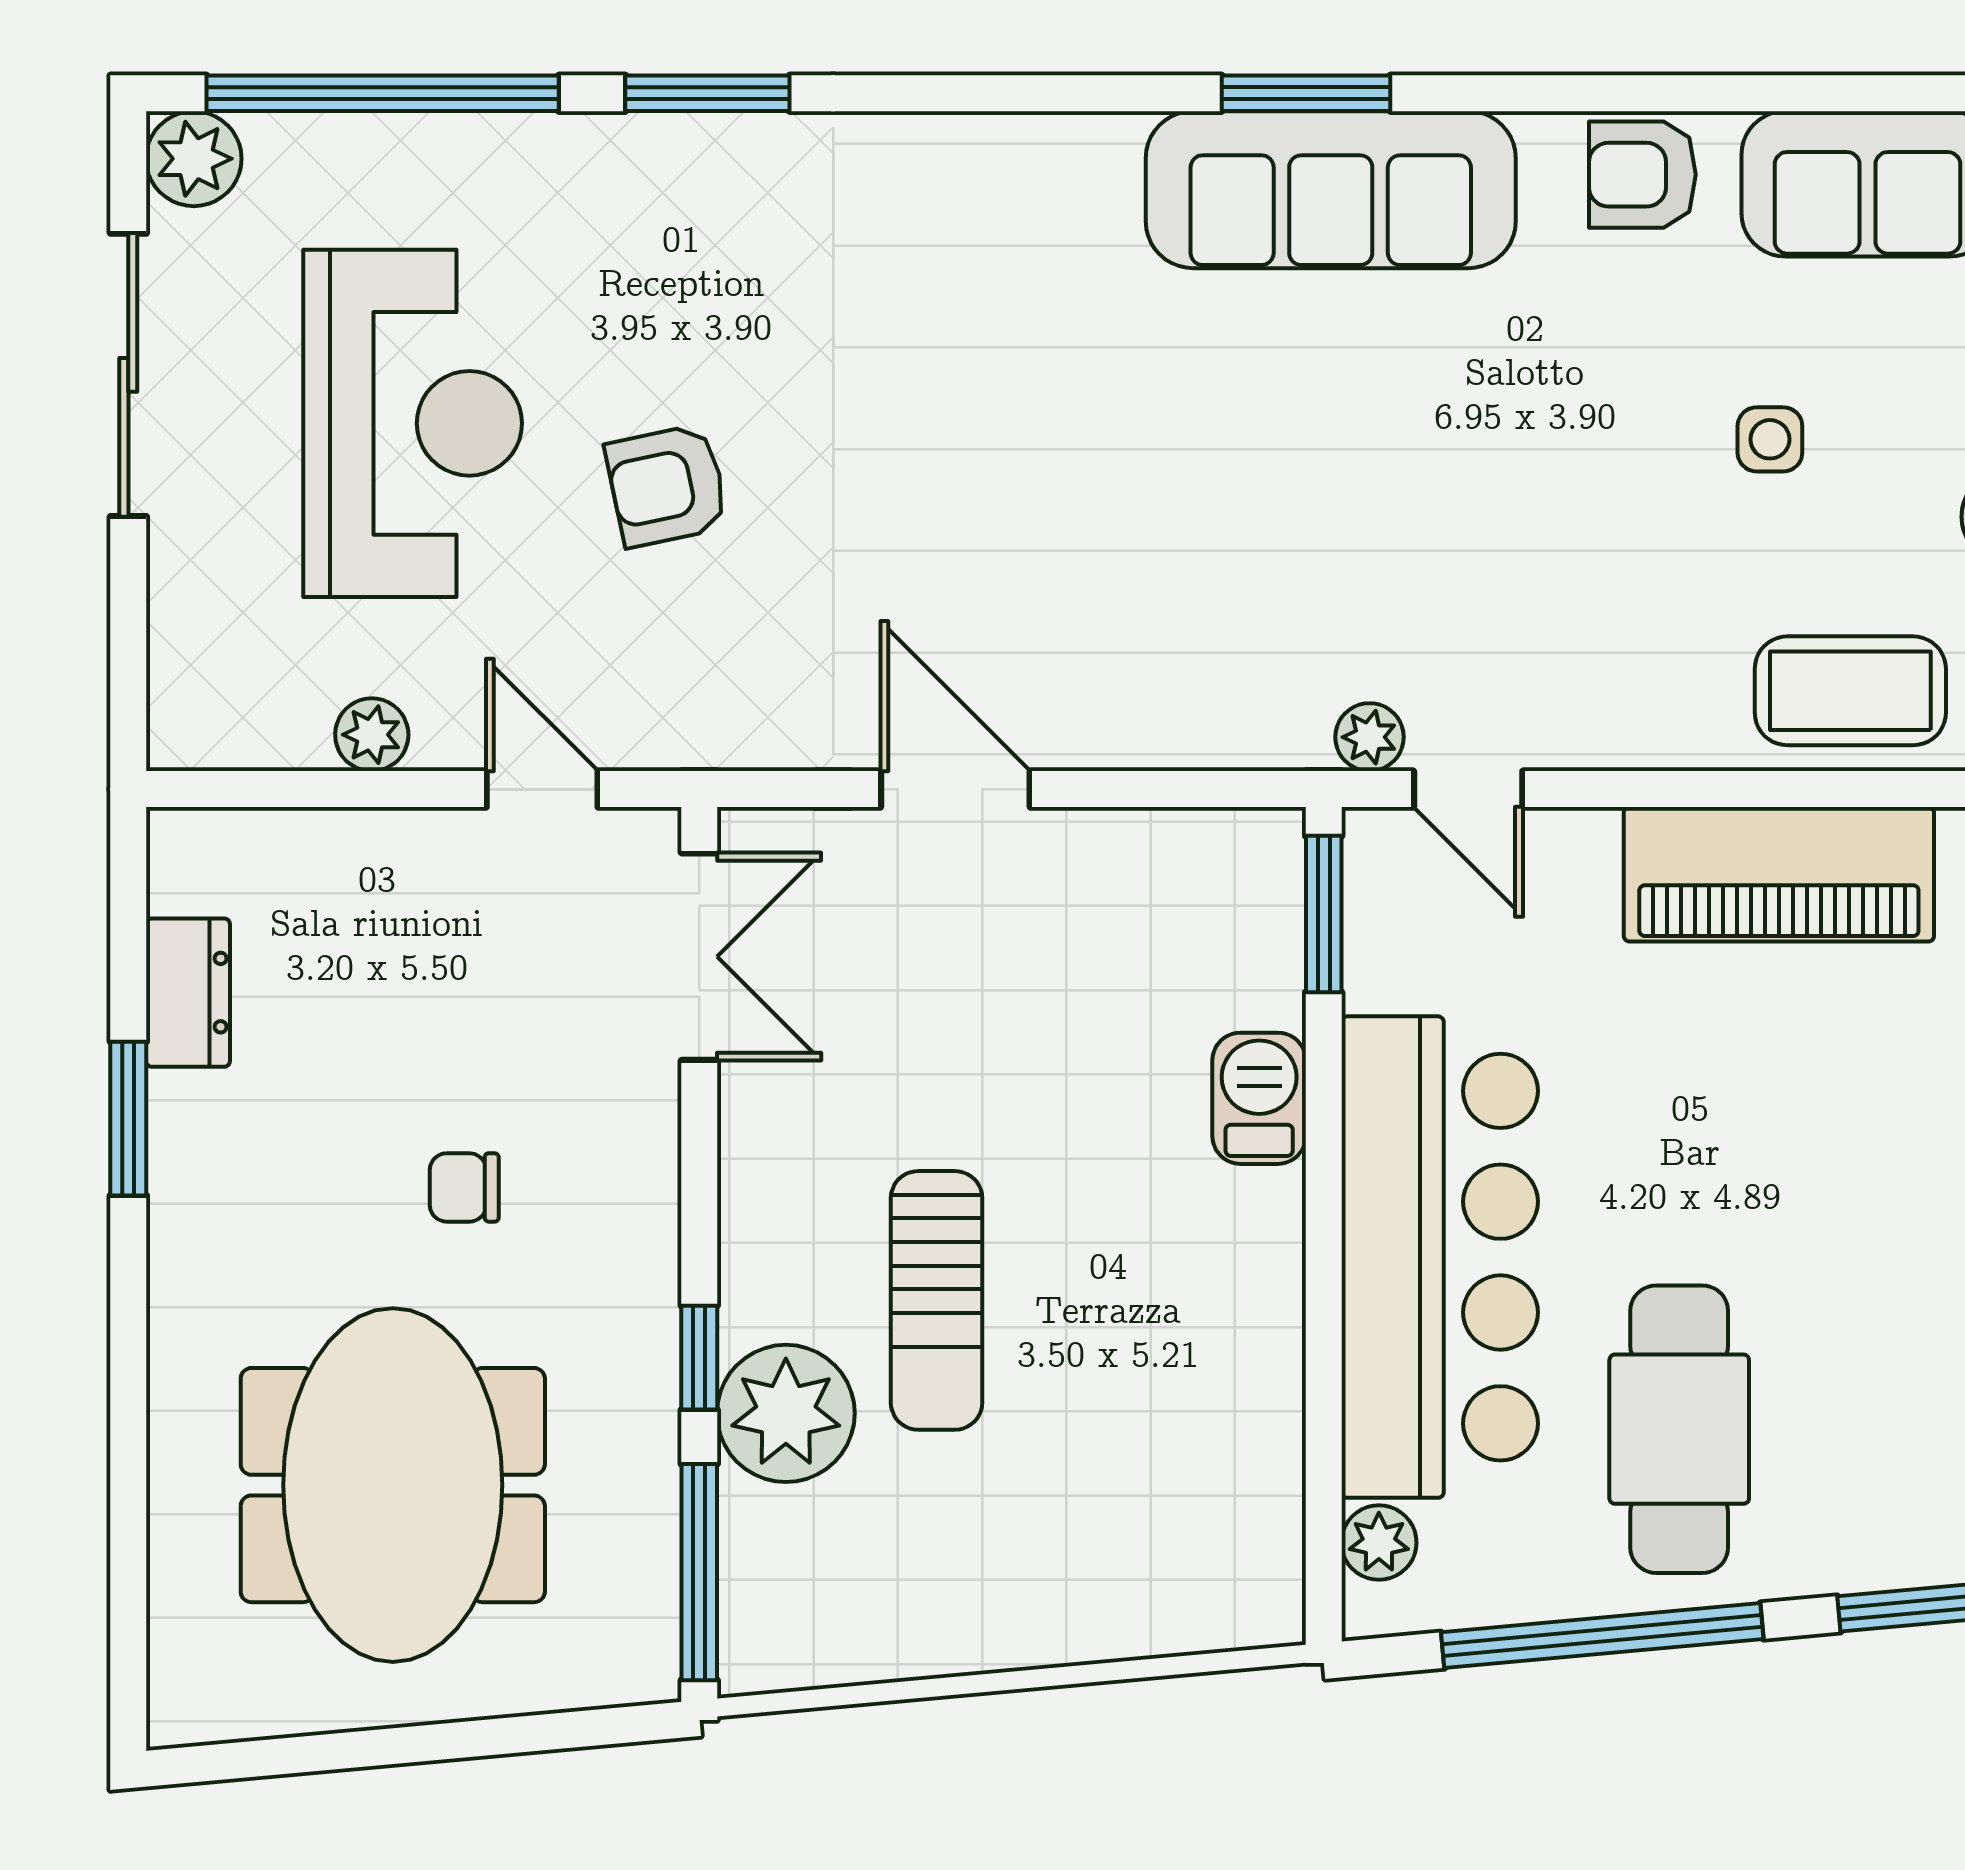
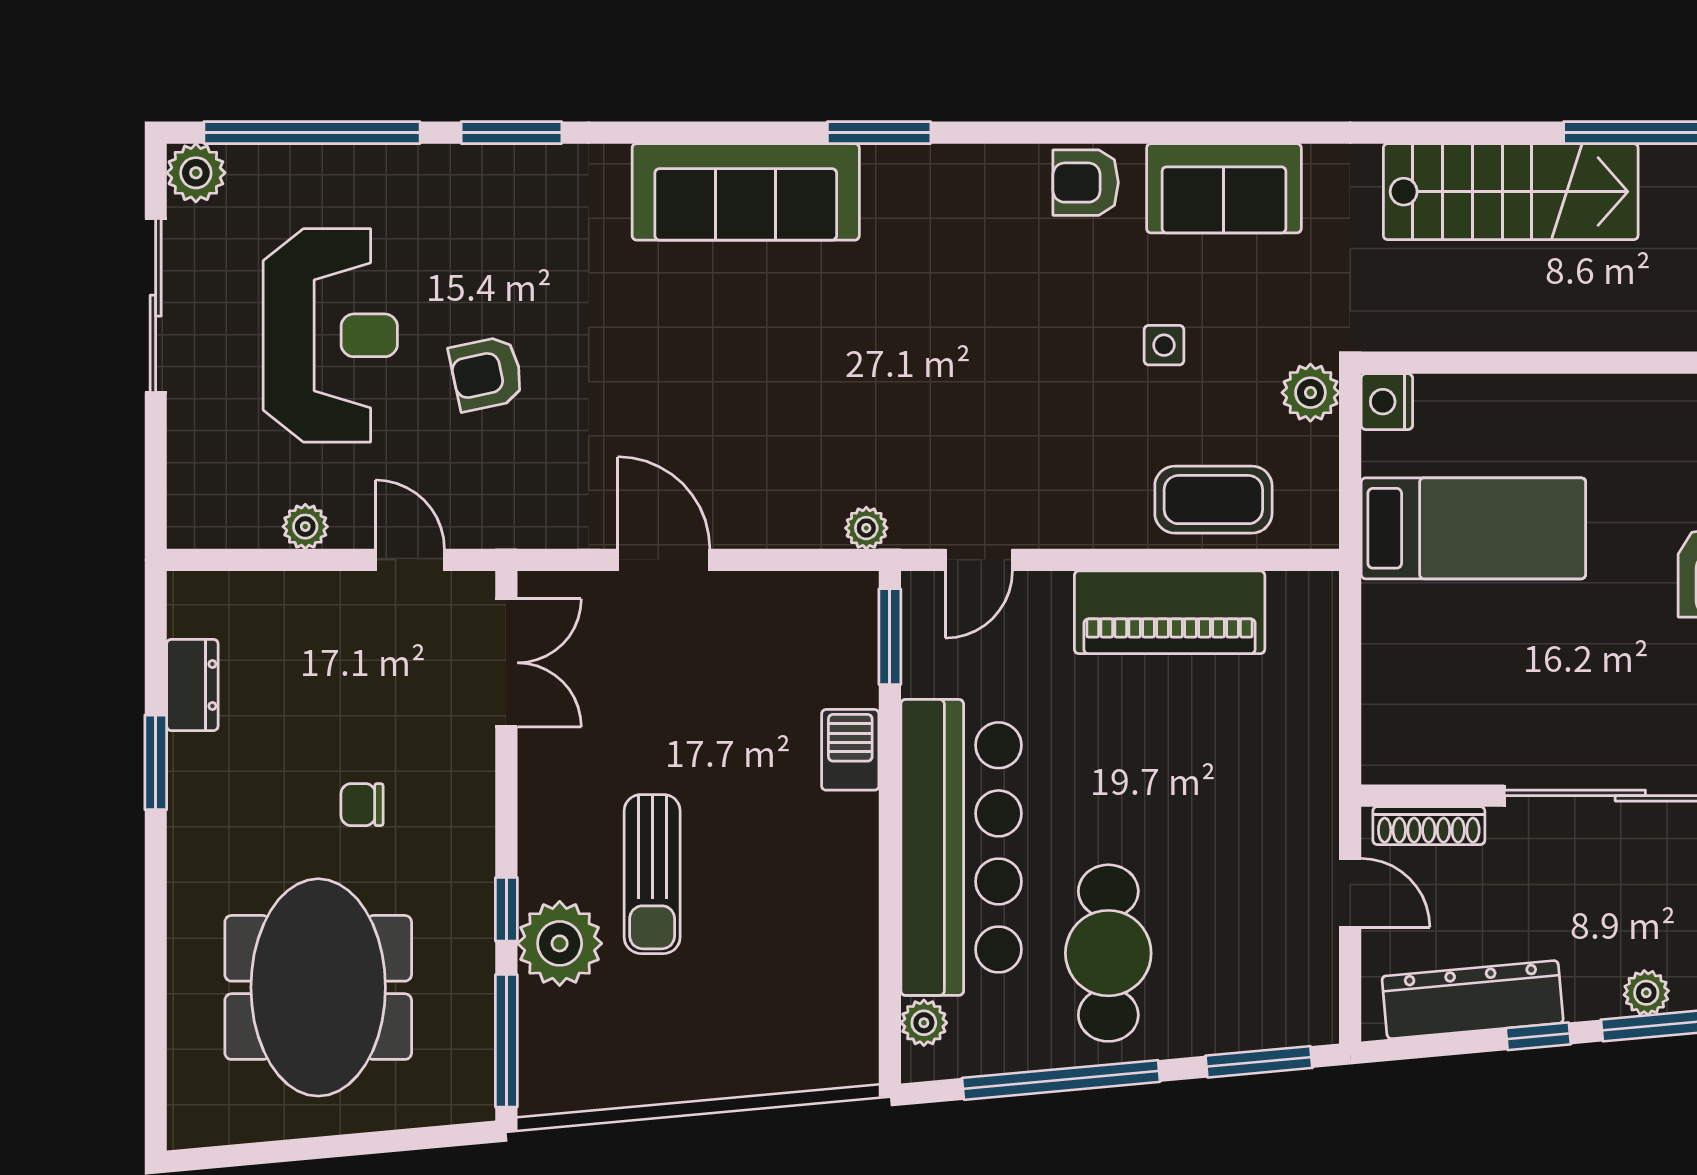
sofa: (1331, 190) -> (746, 192), moved
plant: (1370, 737) -> (866, 528), moved
door: (1468, 789) -> (979, 560), hinge flipped

